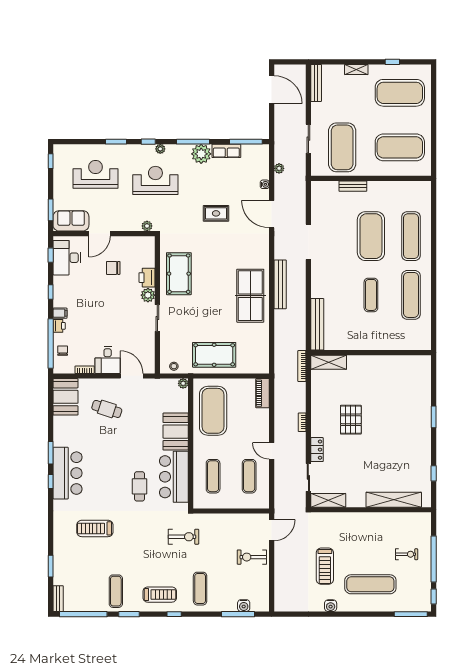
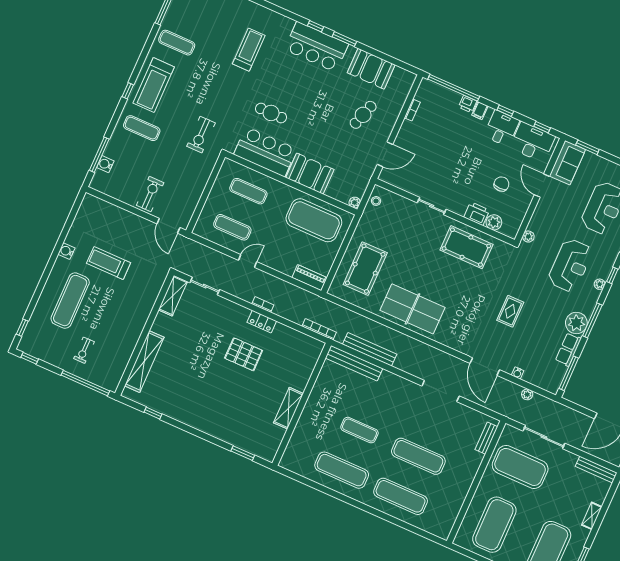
sliding door: (308, 139) -> (544, 437), width x1.37
bench: (353, 186) -> (486, 438), moved
door: (272, 214) -> (485, 367), swing flipped
exercise mat: (371, 236) -> (418, 456), width x0.68
bench: (280, 284) -> (370, 349), moved
plant: (148, 295) -> (494, 222), moved
chair: (63, 351) -> (441, 97), removed
pool table: (214, 355) -> (365, 269), moved
desk: (108, 360) -> (502, 128), moved, turned 90
shelving: (329, 362) -> (288, 408), moved
booth: (65, 397) -> (371, 69), moved
window: (434, 417) -> (243, 453), moved
locker: (317, 450) -> (262, 322), moved
window: (434, 559) -> (85, 383), moved
treadmill: (160, 595) -> (154, 85), width x1.37, depth x1.38
window: (129, 614) -> (148, 46), removed
window: (411, 614) -> (22, 328), width x0.46

